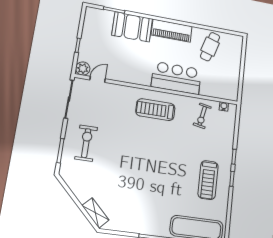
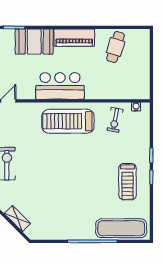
bar counter: (176, 78) -> (60, 86), moved
treadmill: (155, 110) -> (68, 121), width x1.37, depth x1.38
shelving: (95, 213) -> (17, 219), moved

